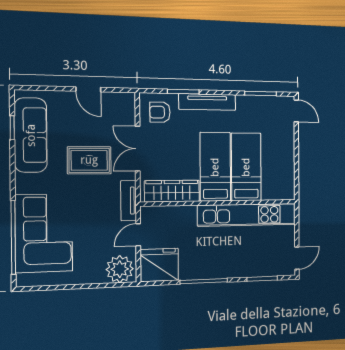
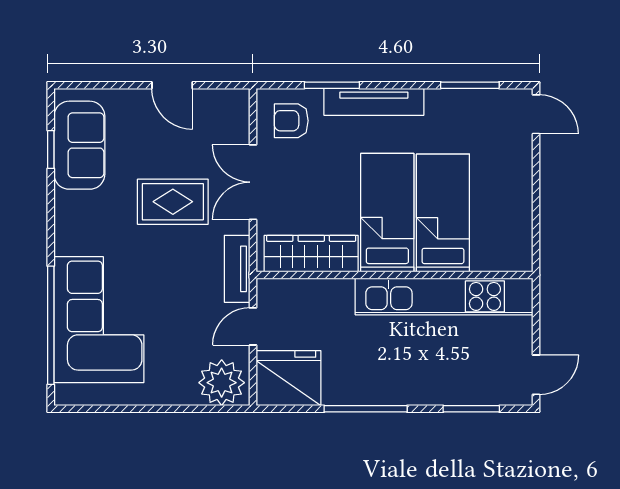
sofa: (31, 135) -> (79, 145), width x0.73

